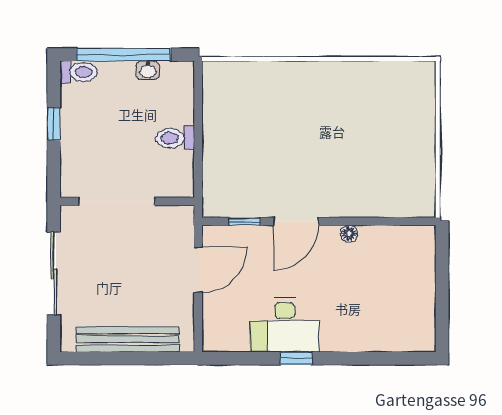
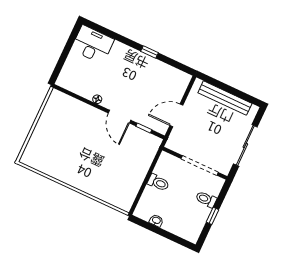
window: (124, 55) -> (164, 233), removed
toilet: (78, 72) -> (206, 199), moved
door: (296, 221) -> (120, 117), swing flipped
desk: (285, 325) -> (93, 44), moved

